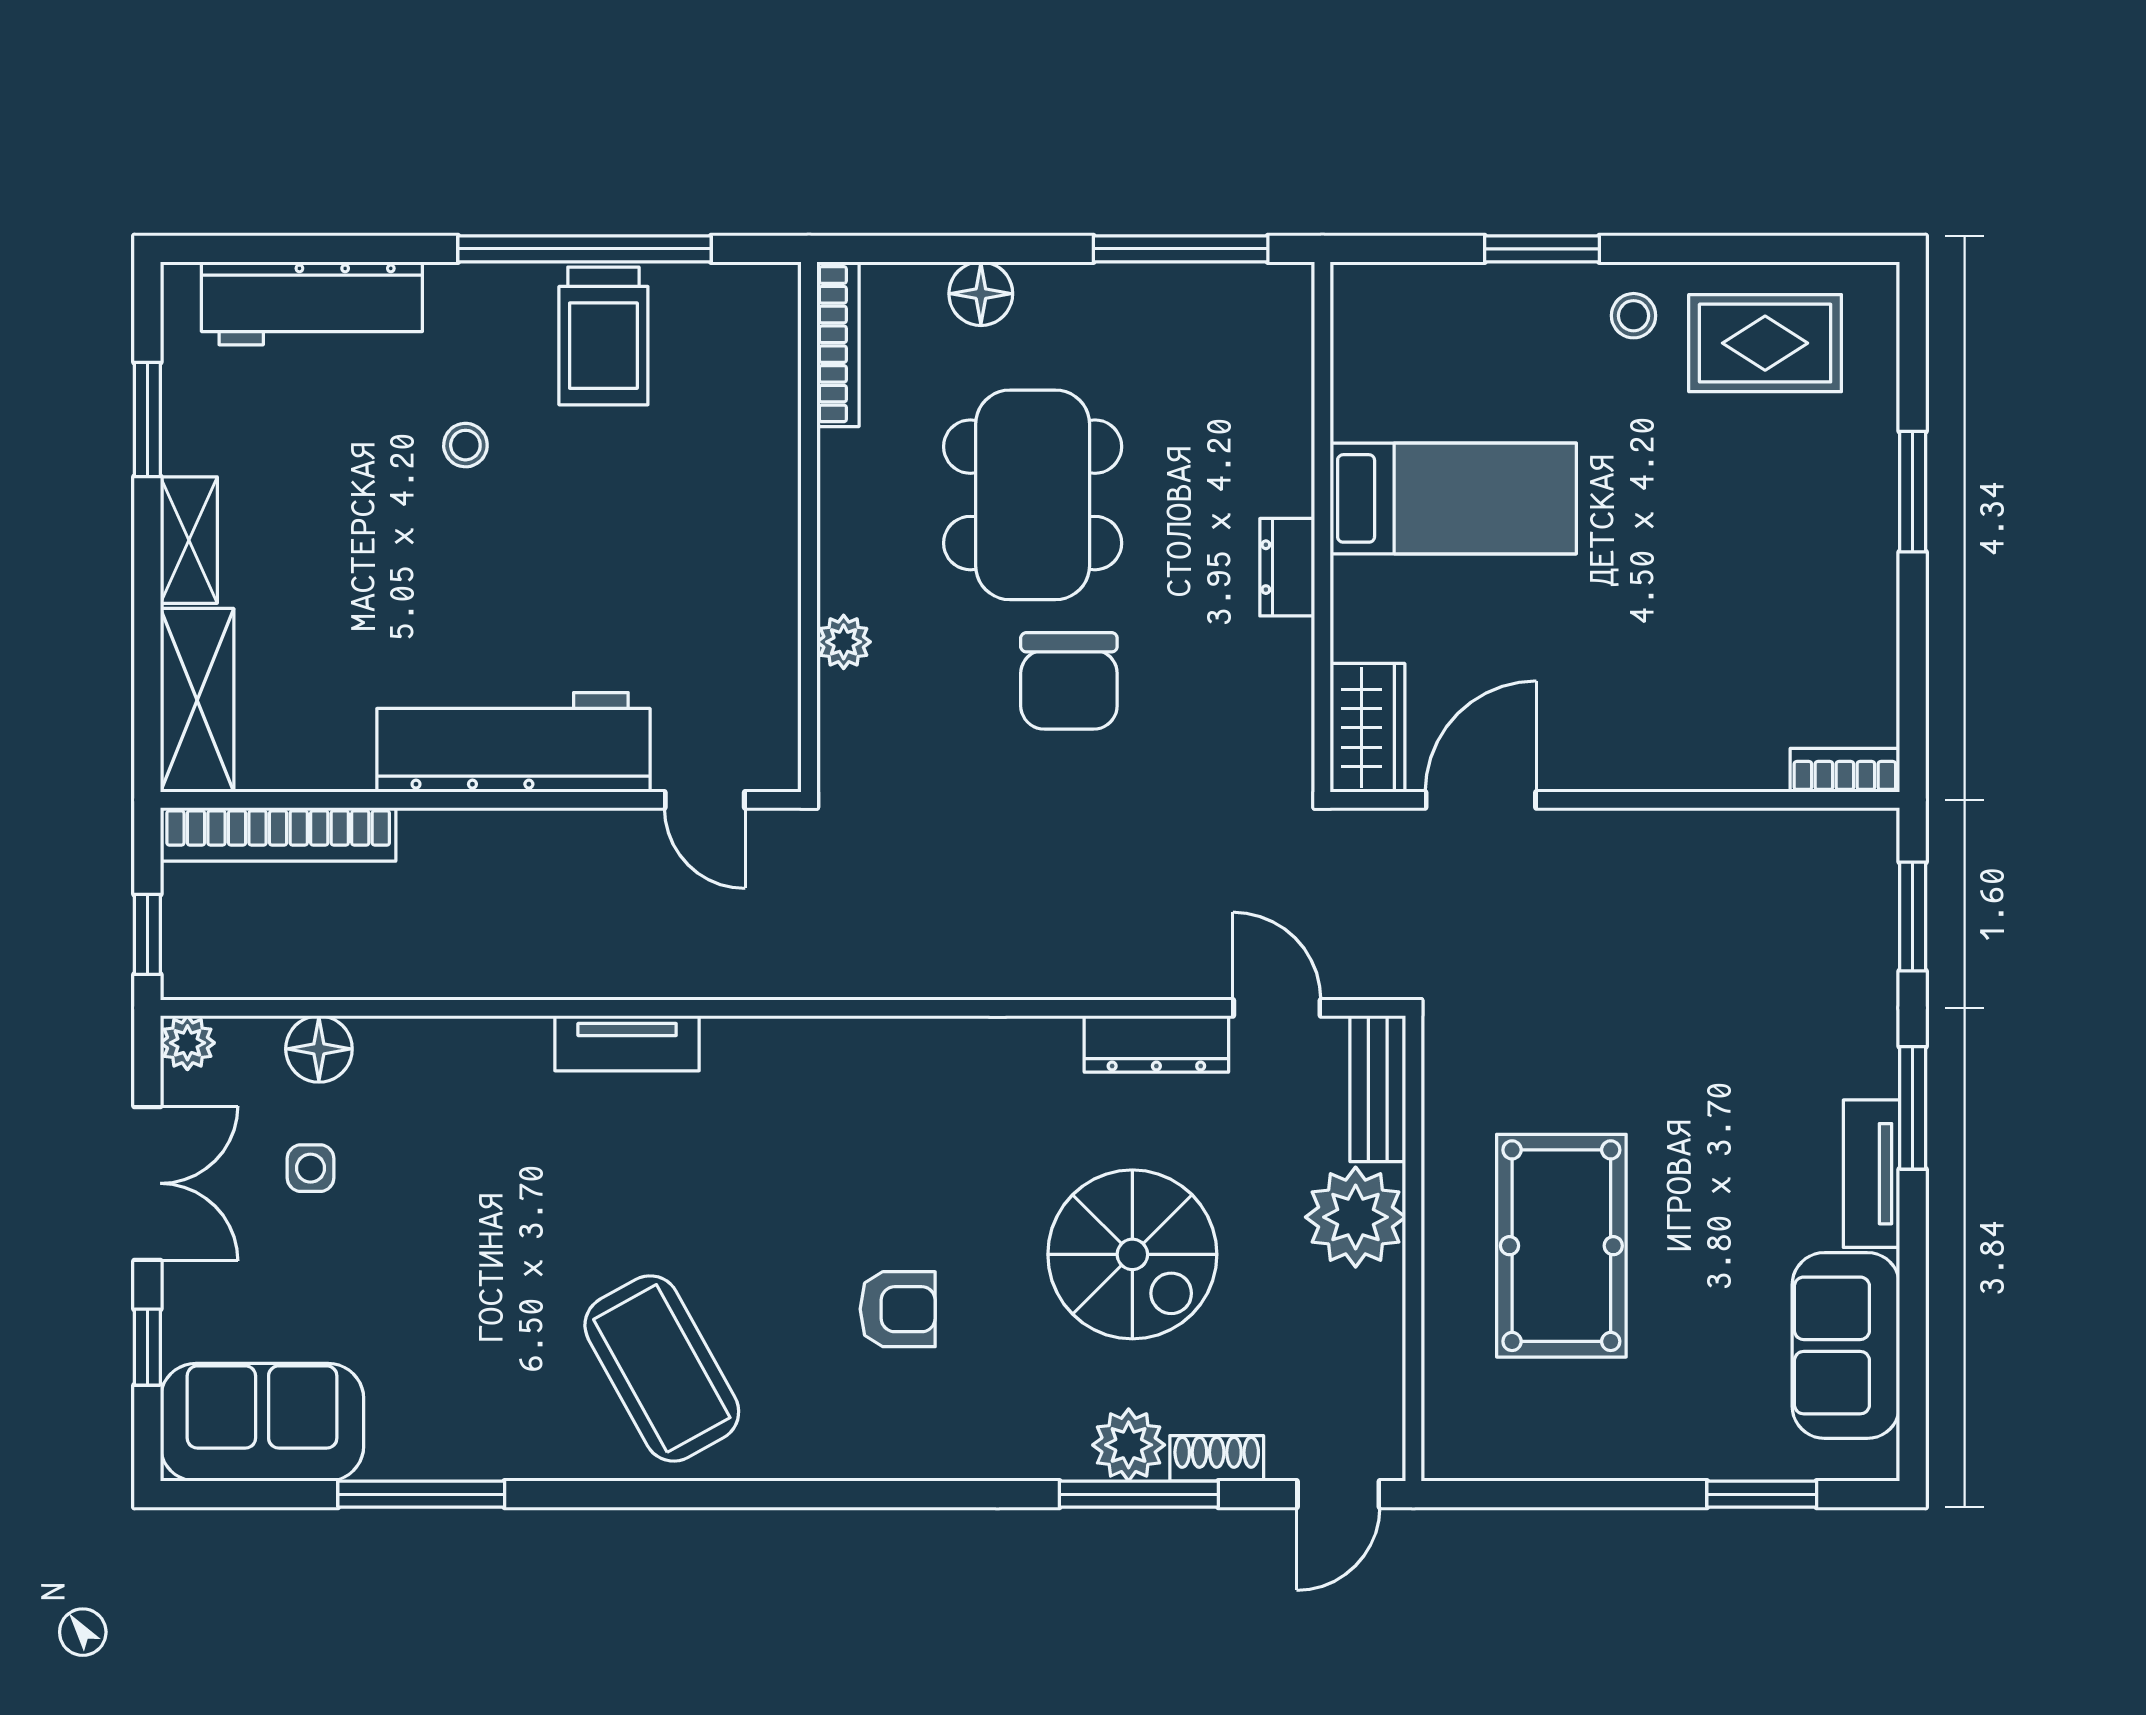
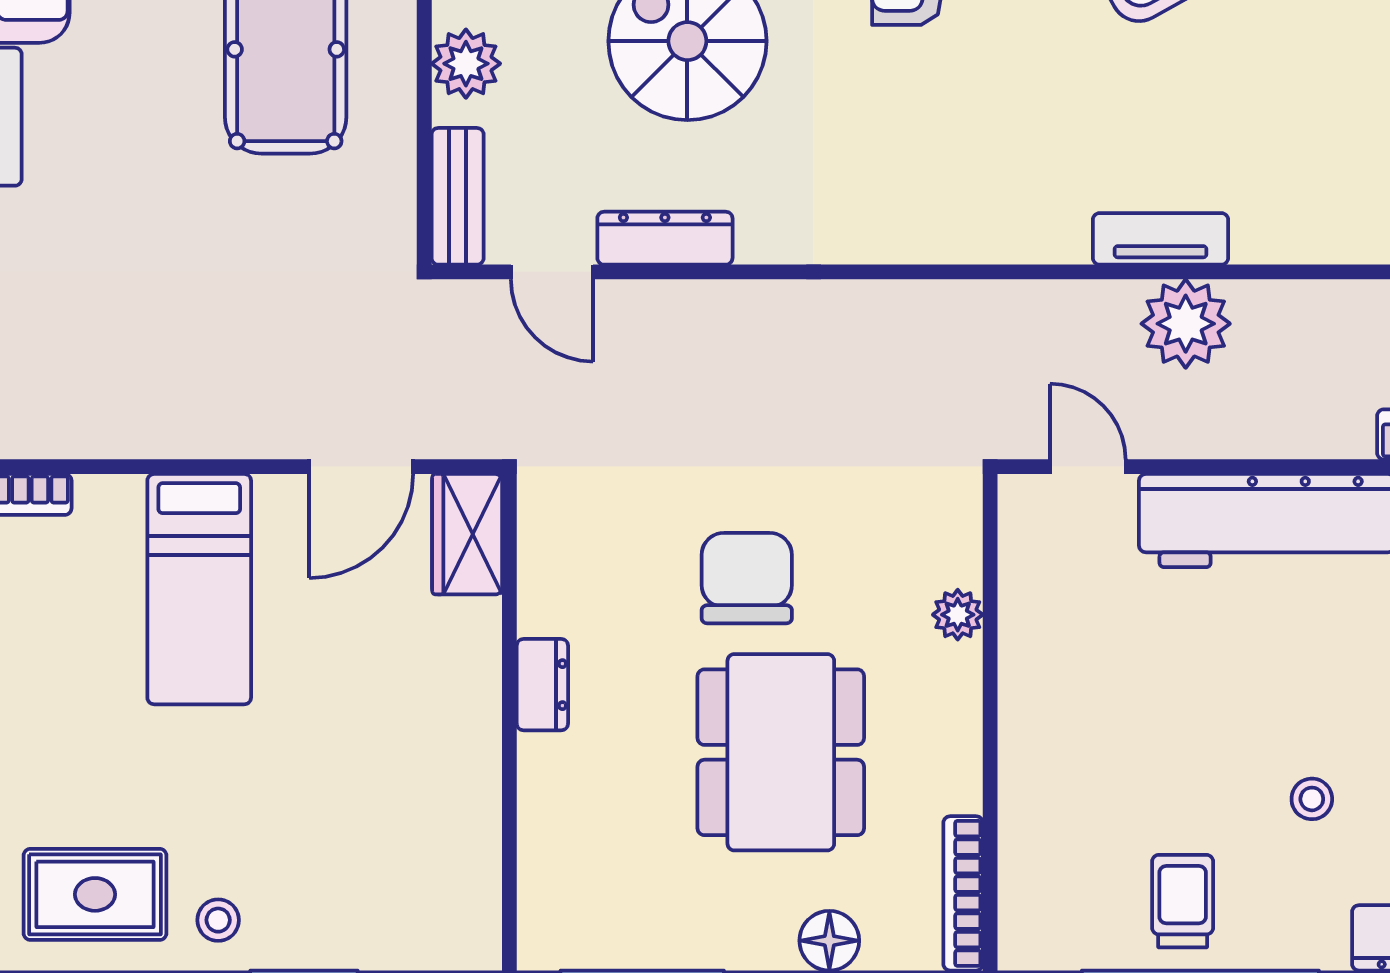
trolley: (603, 336) -> (1183, 901), width x0.73, depth x0.72
bed: (1453, 498) -> (199, 589), moved, turned -90
plant: (600, 953) -> (1186, 324), added
plant: (1356, 1217) -> (466, 64), width x0.73, depth x0.73

